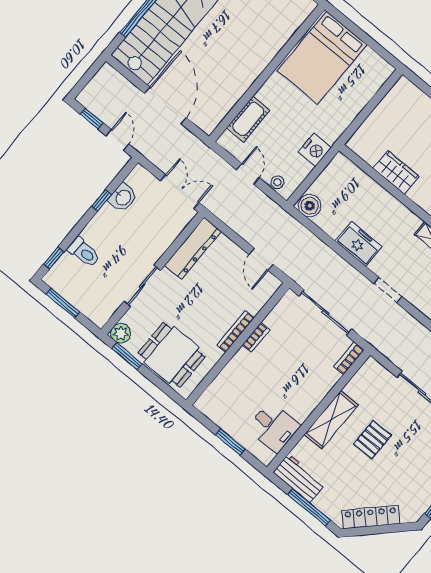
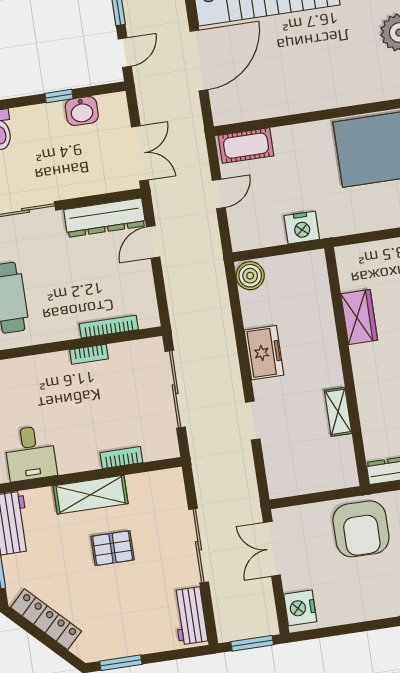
cot: (248, 119) -> (246, 146), moved
stool: (277, 182) -> (239, 227), removed
door: (261, 259) -> (153, 242), moved
bookcase: (236, 331) -> (109, 327), moved
bookcase: (349, 358) -> (121, 458), moved

